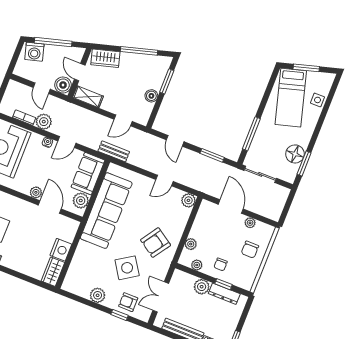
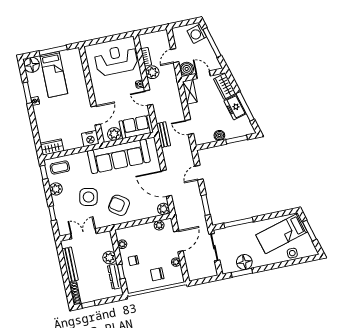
freezer: (133, 62) -> (235, 107), added
door: (80, 72) -> (203, 75), hinge flipped
door: (165, 181) -> (166, 183), width x1.87
plant: (36, 192) -> (99, 99), removed
plant: (191, 244) -> (159, 225), moved
nightstand: (61, 250) -> (90, 139), moved
side table: (127, 268) -> (88, 197), turned 45
coffee table: (79, 277) -> (60, 168), added
window: (73, 296) -> (44, 172), added
armchair: (128, 302) -> (65, 213), removed

